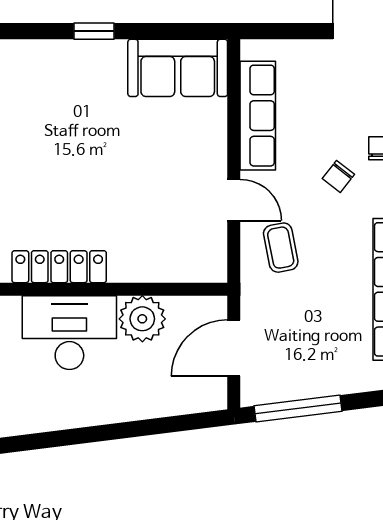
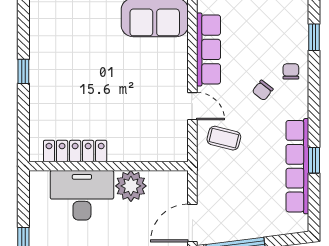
coffee table: (281, 248) -> (224, 138), turned -65
door: (234, 348) -> (192, 223), moved

